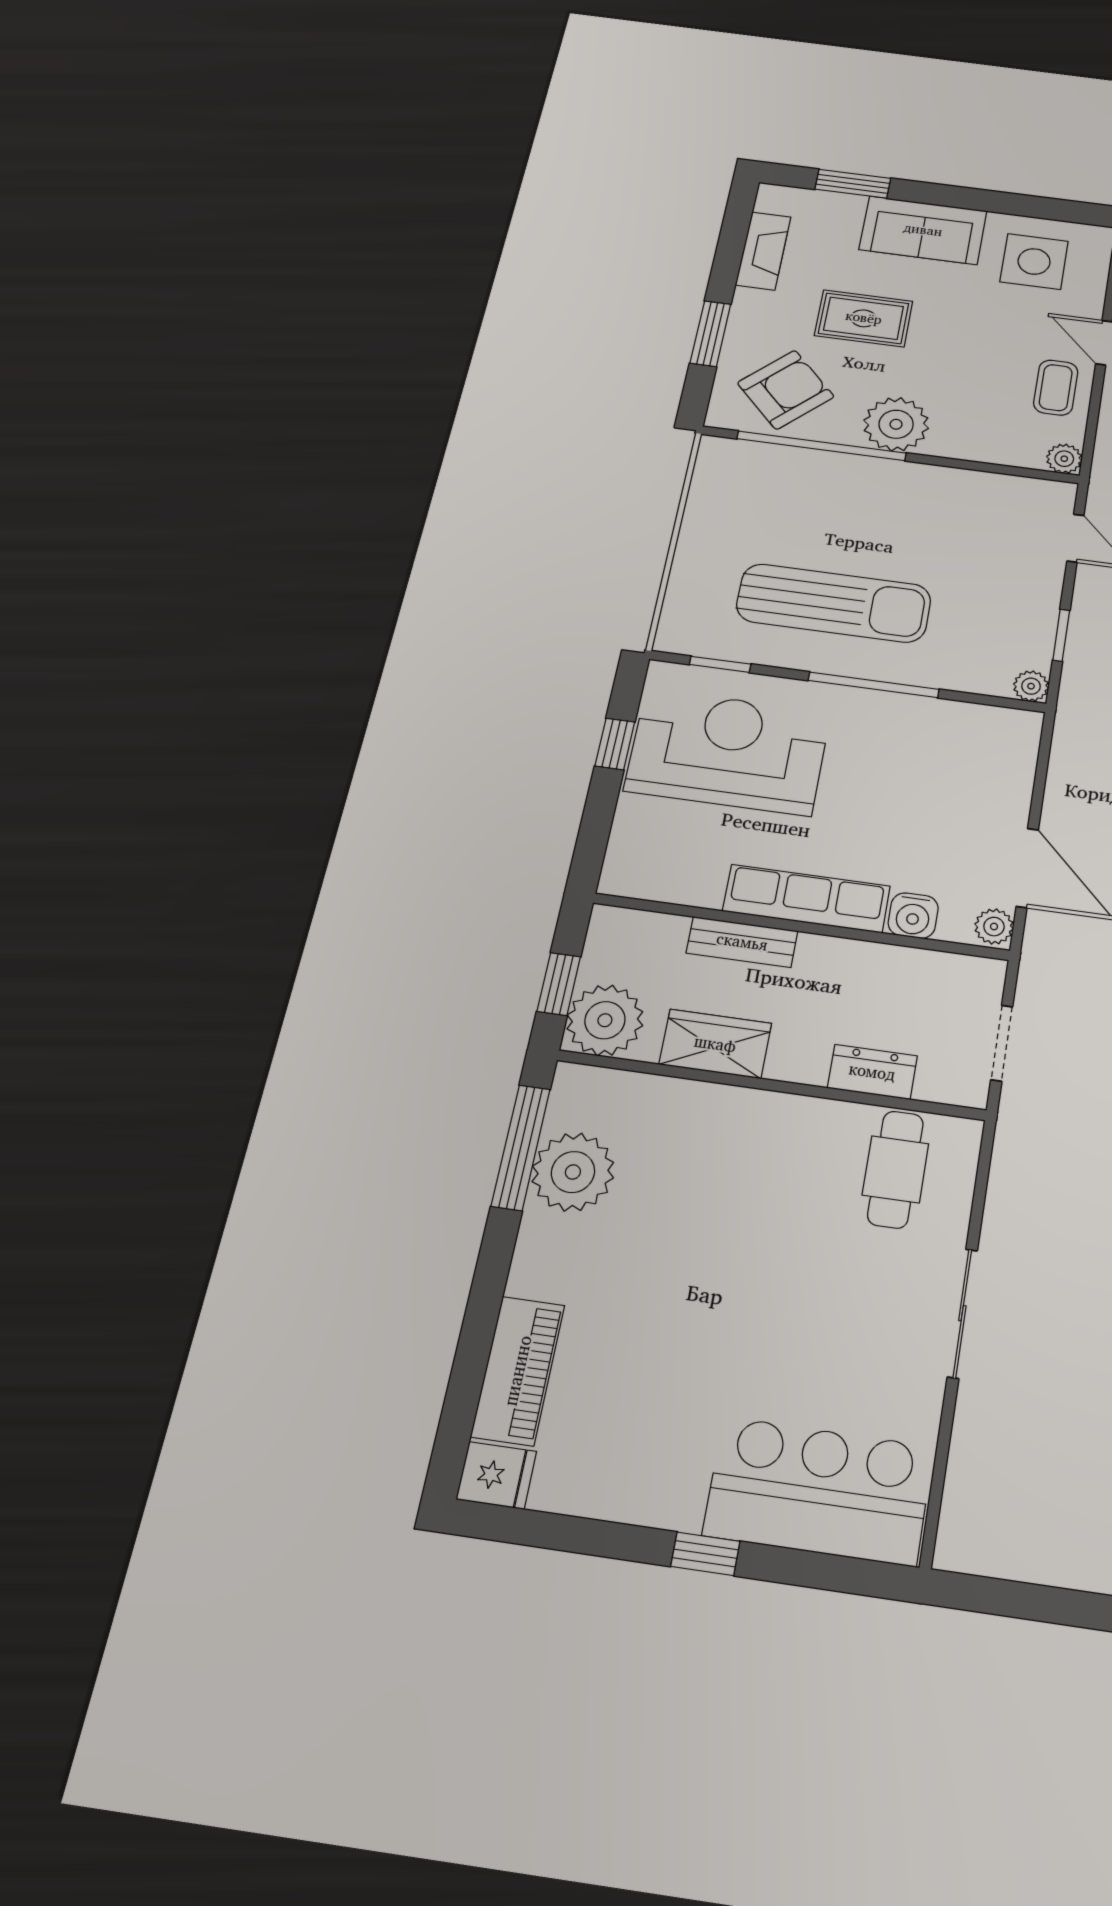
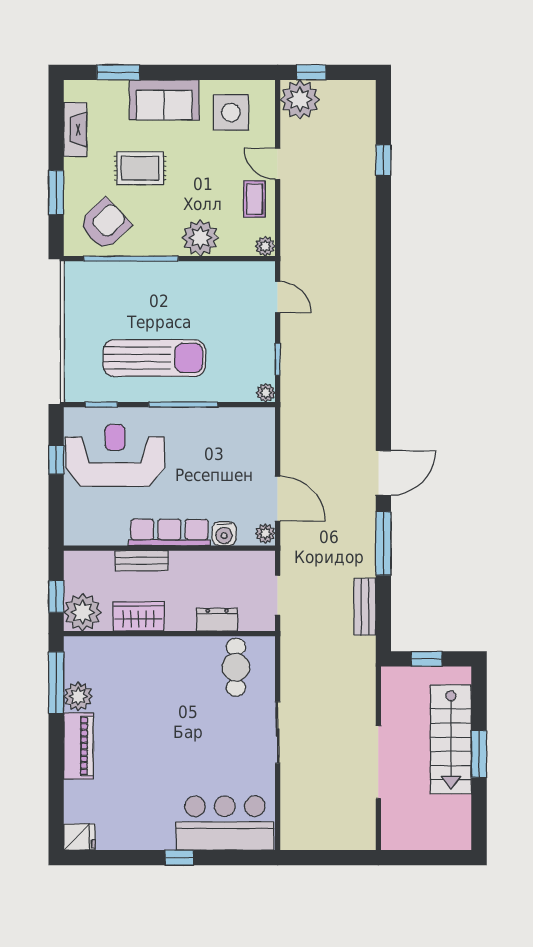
plant: (896, 424) -> (200, 238), moved
plant: (573, 1172) -> (78, 696), width x0.73, depth x0.73
piano: (518, 1371) -> (78, 746), moved

